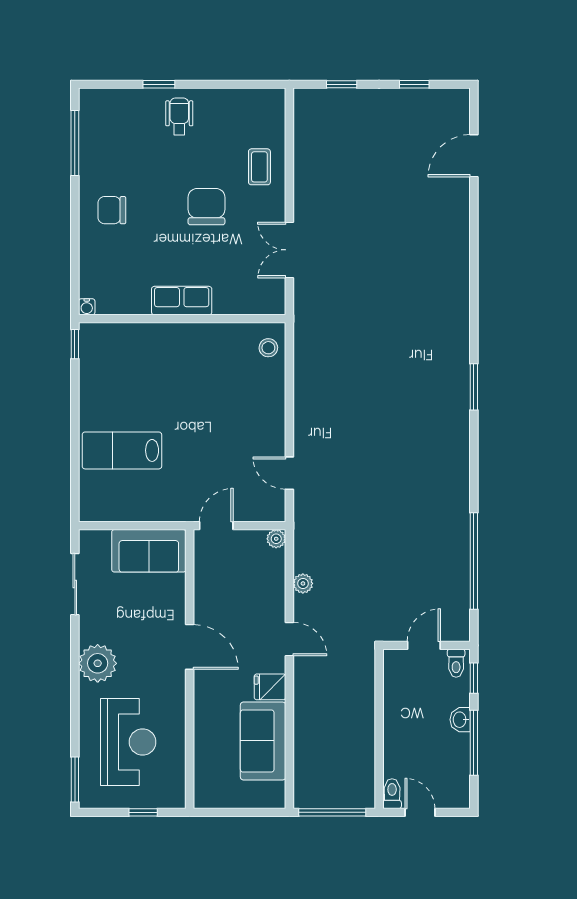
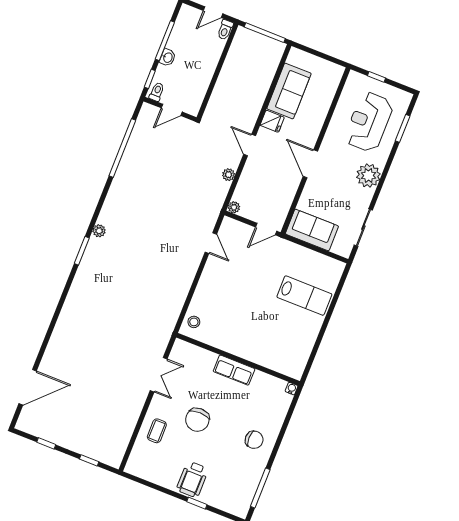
wheelchair: (179, 116) -> (192, 479), width x1.36, depth x1.37
door: (474, 156) -> (28, 387), width x1.36
window: (75, 344) -> (307, 369), removed
plant: (460, 426) -> (99, 231), added
window: (75, 780) -> (403, 128), moved
door: (420, 812) -> (213, 12), hinge flipped

